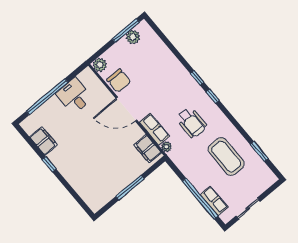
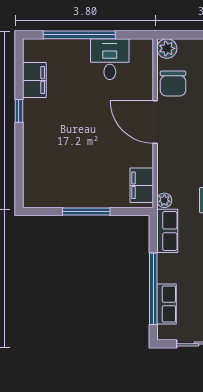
row of seats: (154, 129) -> (167, 231), moved

